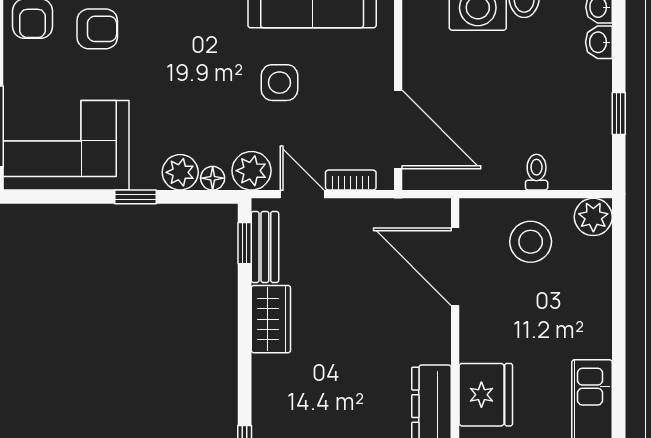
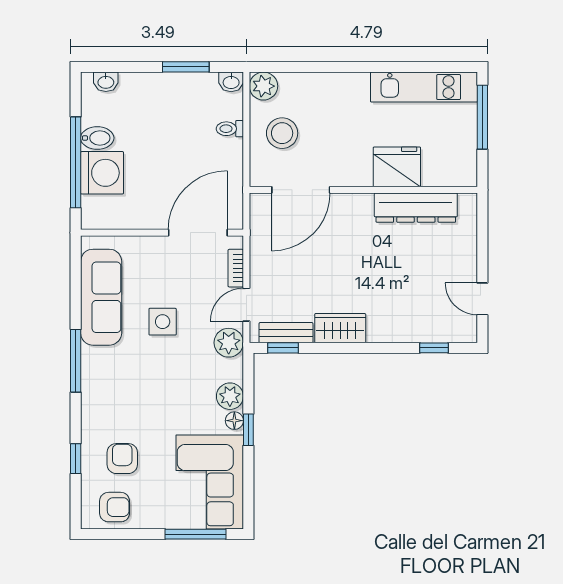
washbasin: (599, 42) -> (231, 82), moved
window: (619, 113) -> (186, 67), width x1.50
floor lamp: (213, 178) -> (234, 421), moved

